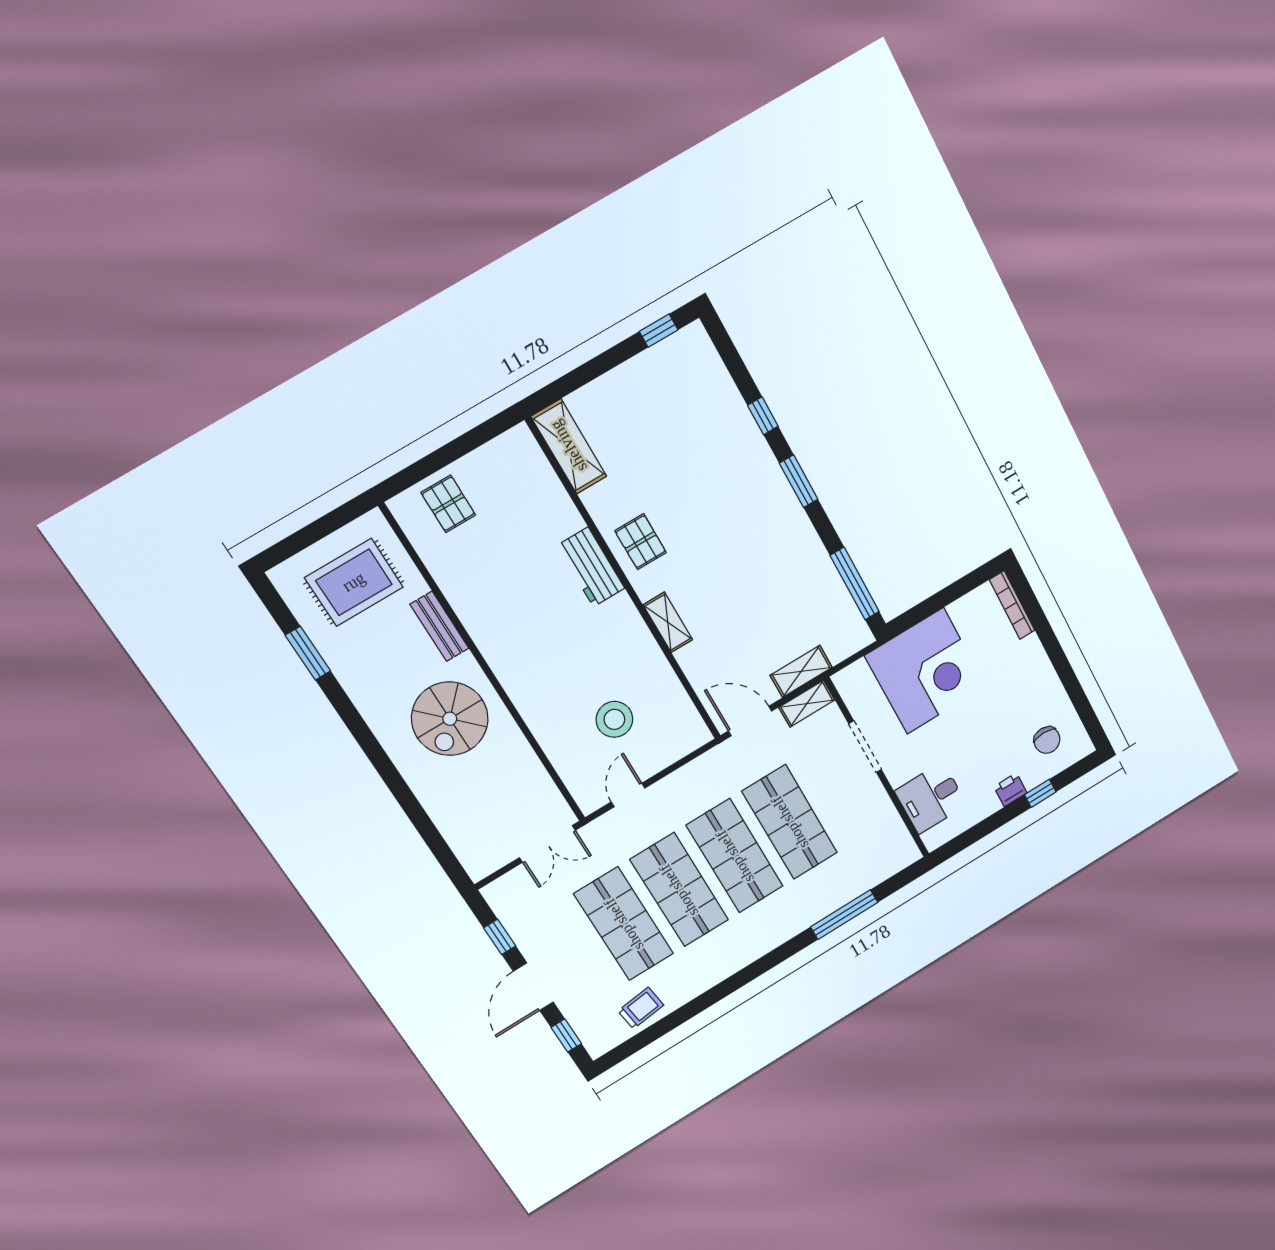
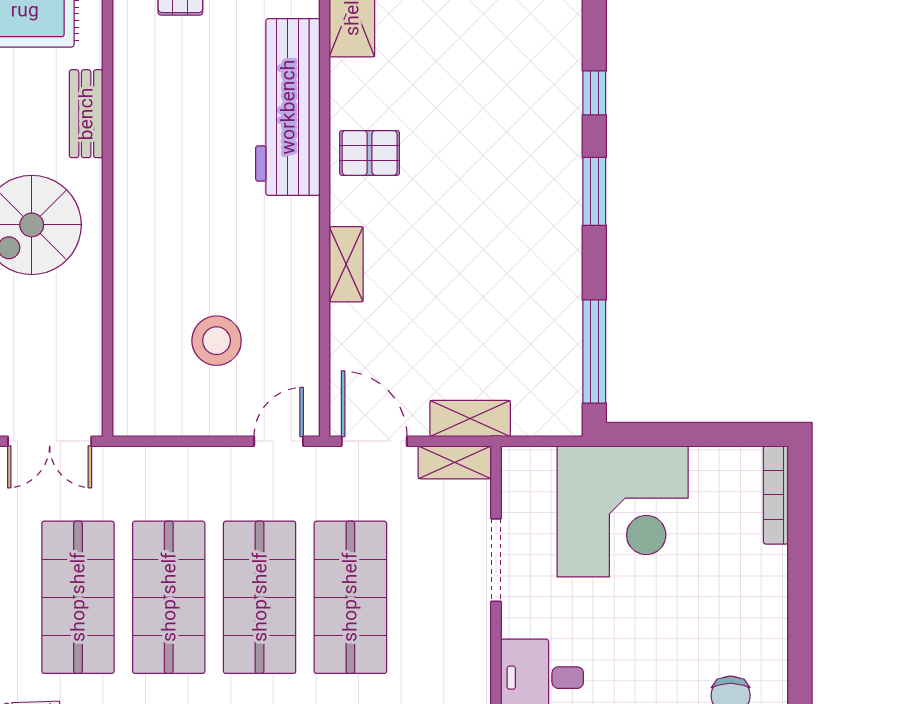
pallet: (641, 542) -> (370, 153), turned 90
workbench: (591, 567) -> (288, 107), width x1.88, depth x1.32
door: (628, 795) -> (279, 441), moved

